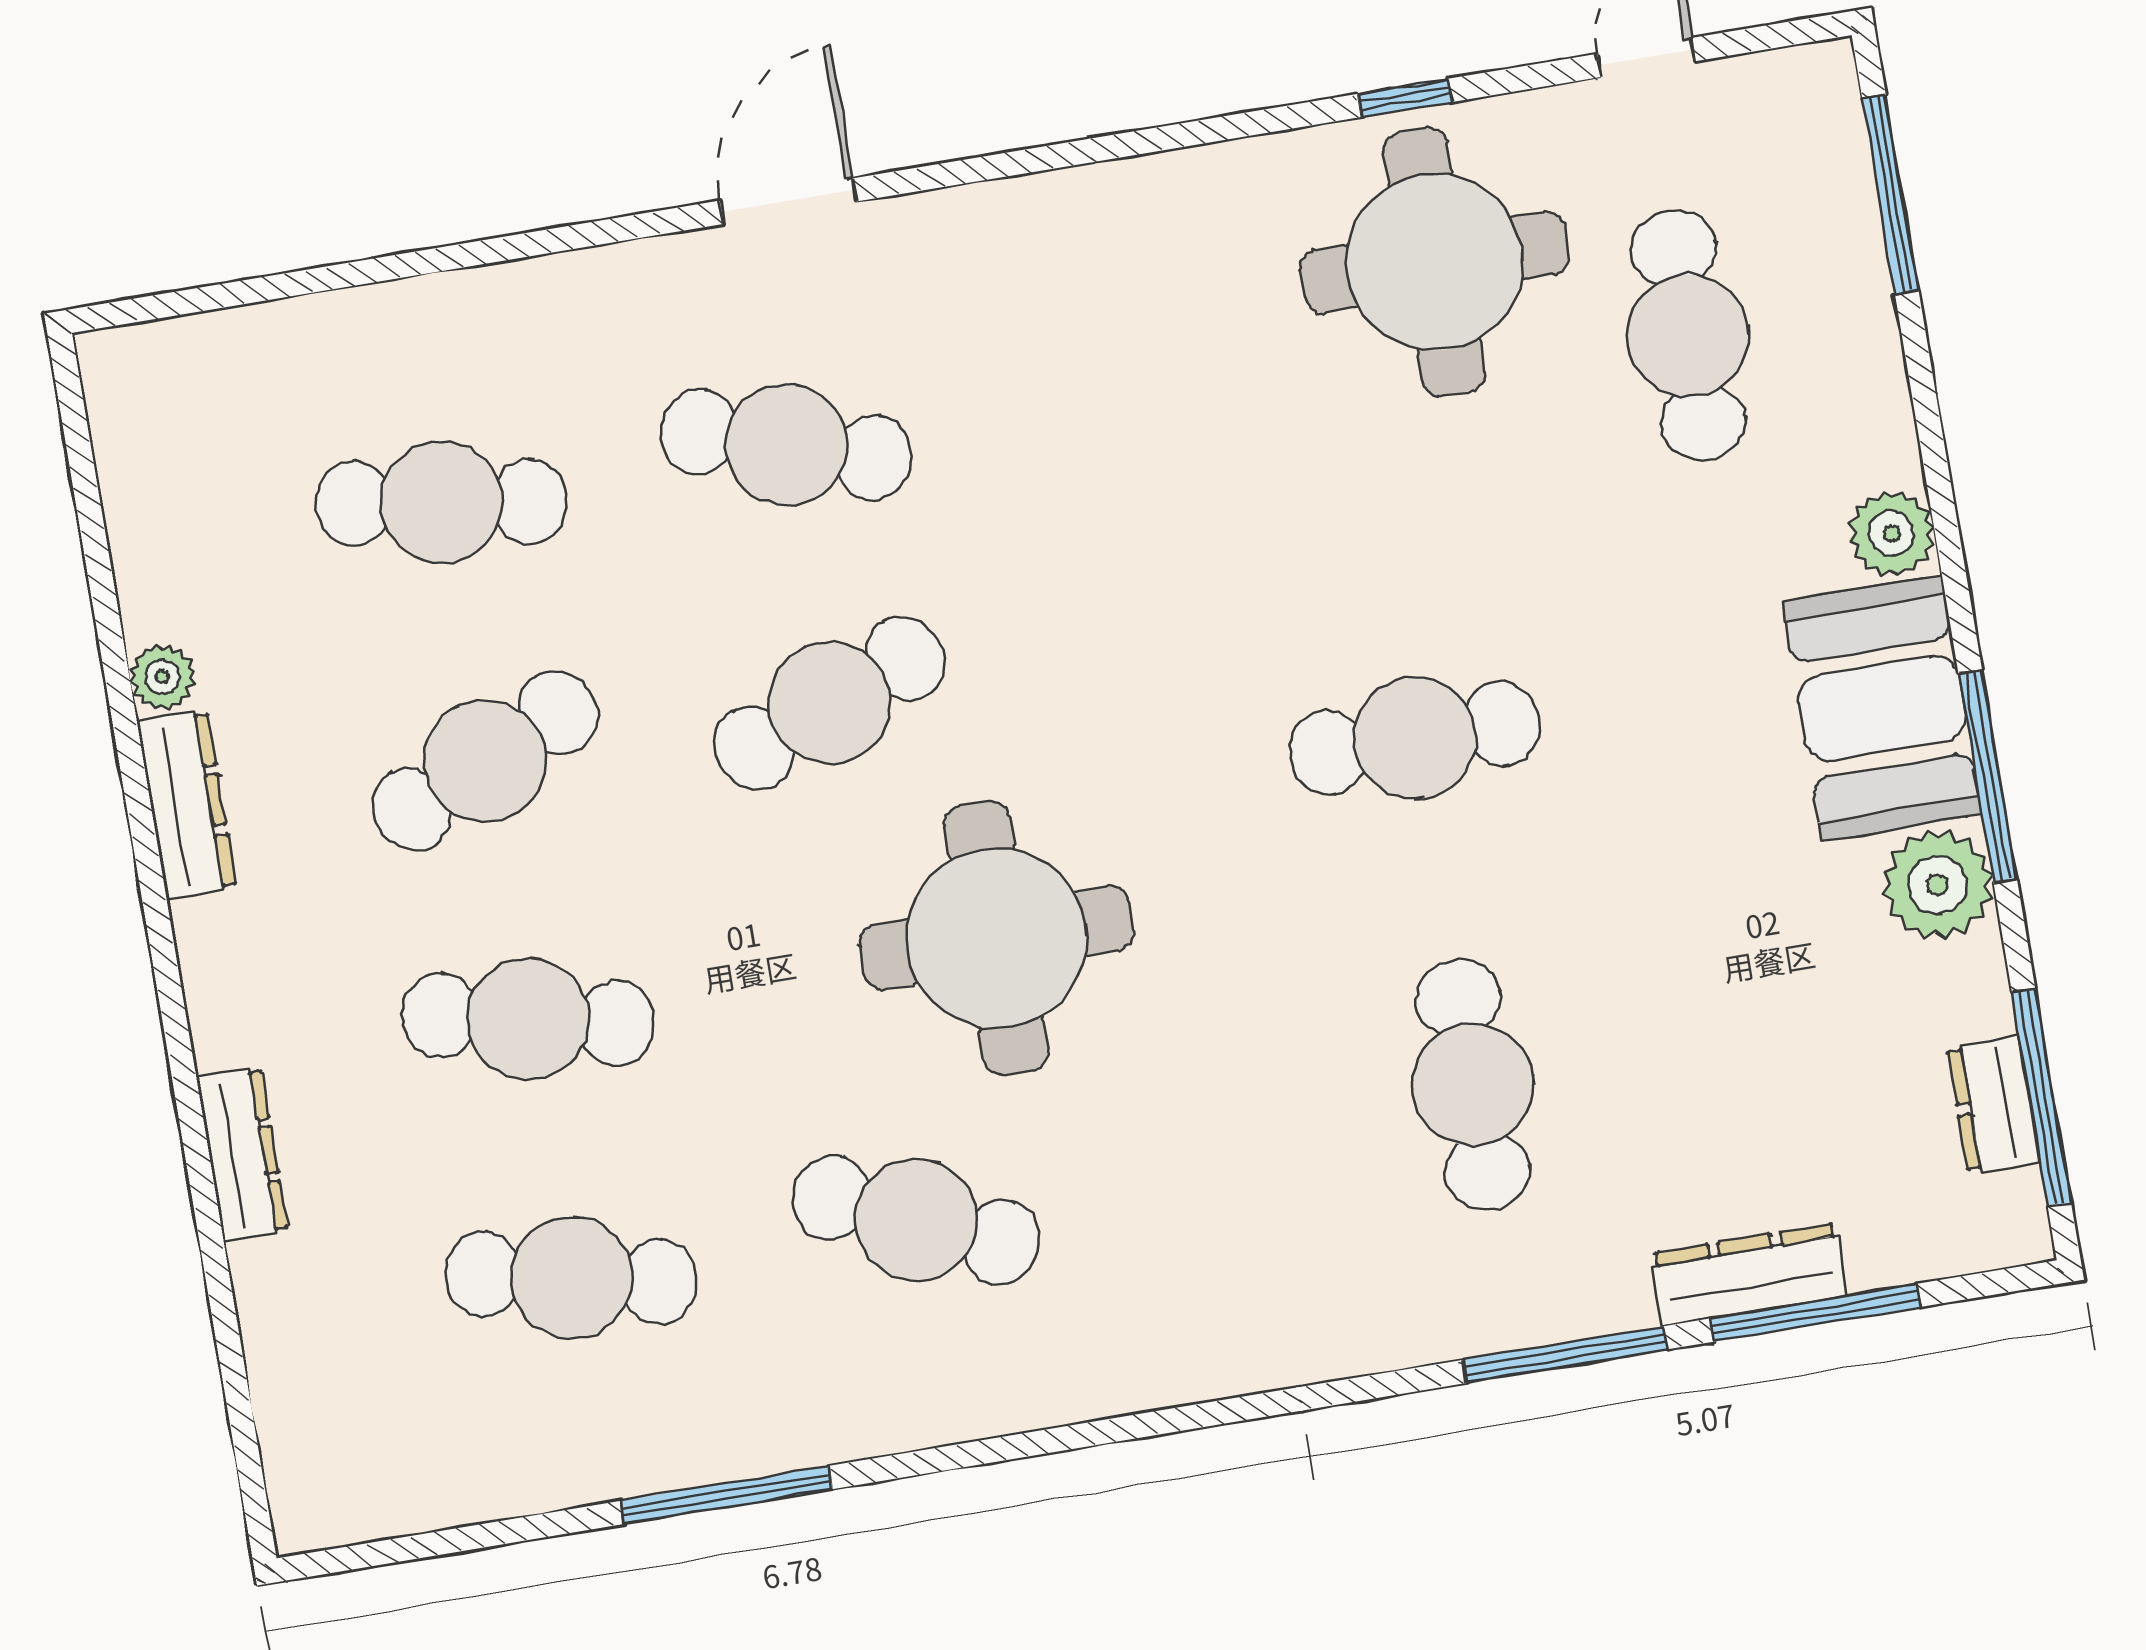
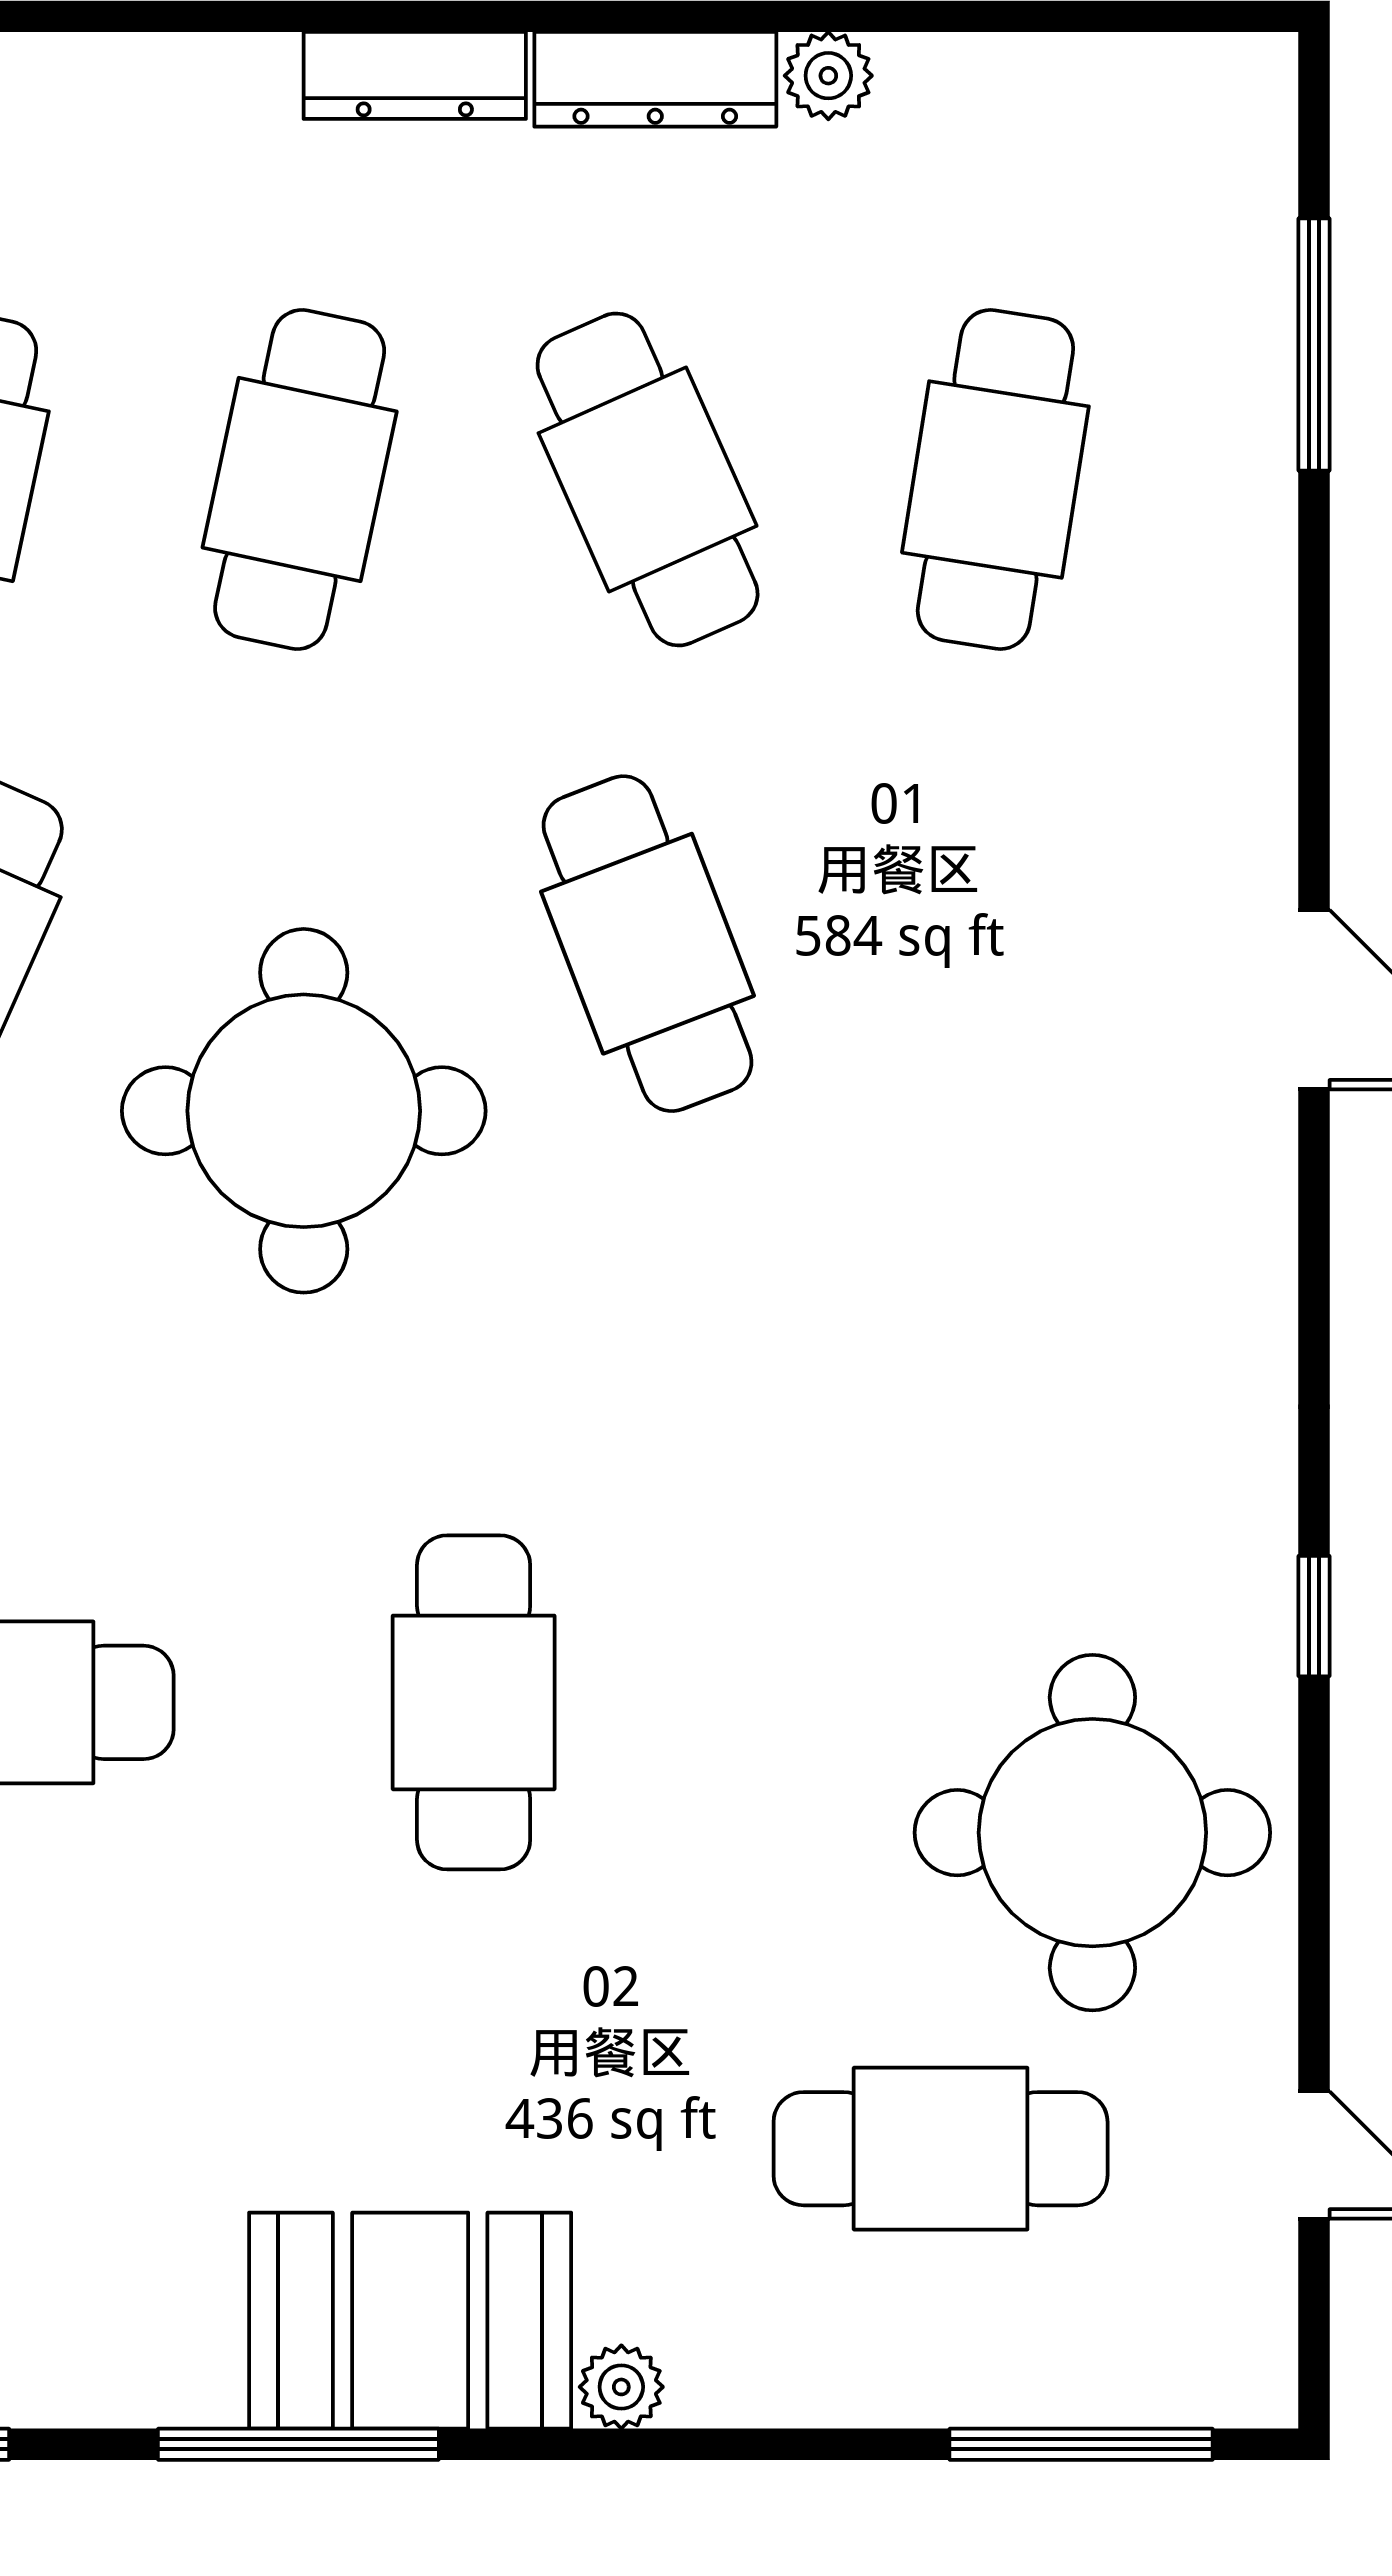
window: (1405, 98) -> (1314, 1616), moved
window: (302, 282) -> (1314, 345), added
cafe table: (786, 445) -> (995, 944), removed
plant: (1891, 533) -> (621, 2387), width x0.73, depth x0.73
plant: (1937, 885) -> (167, 2355), removed
dresser: (242, 1154) -> (415, 75), moved

